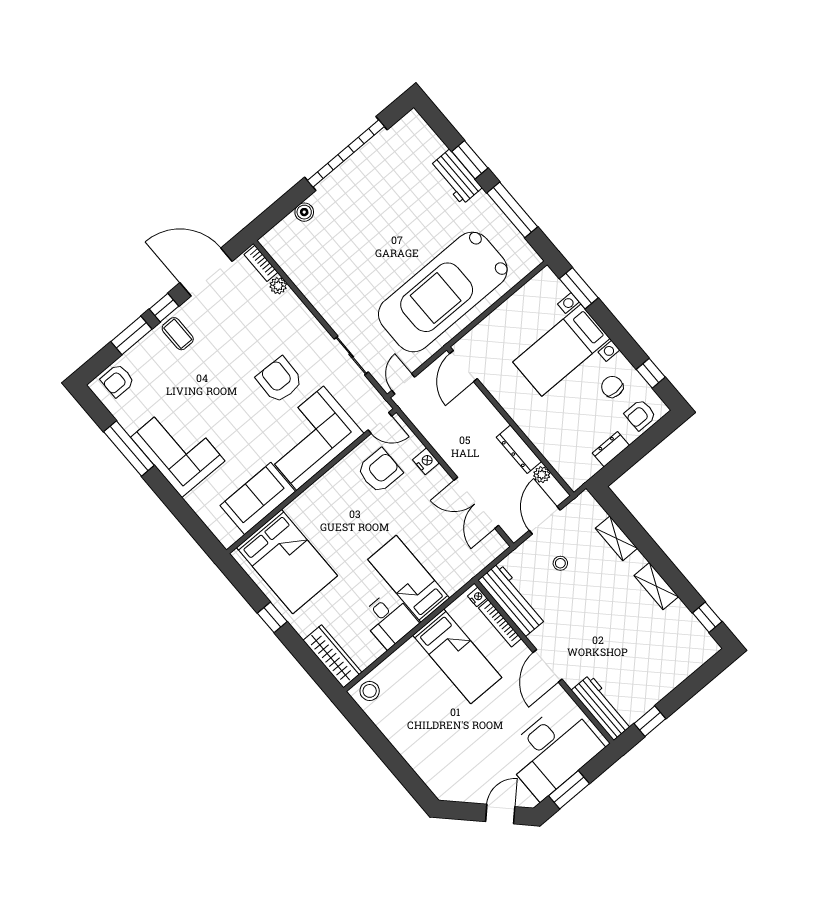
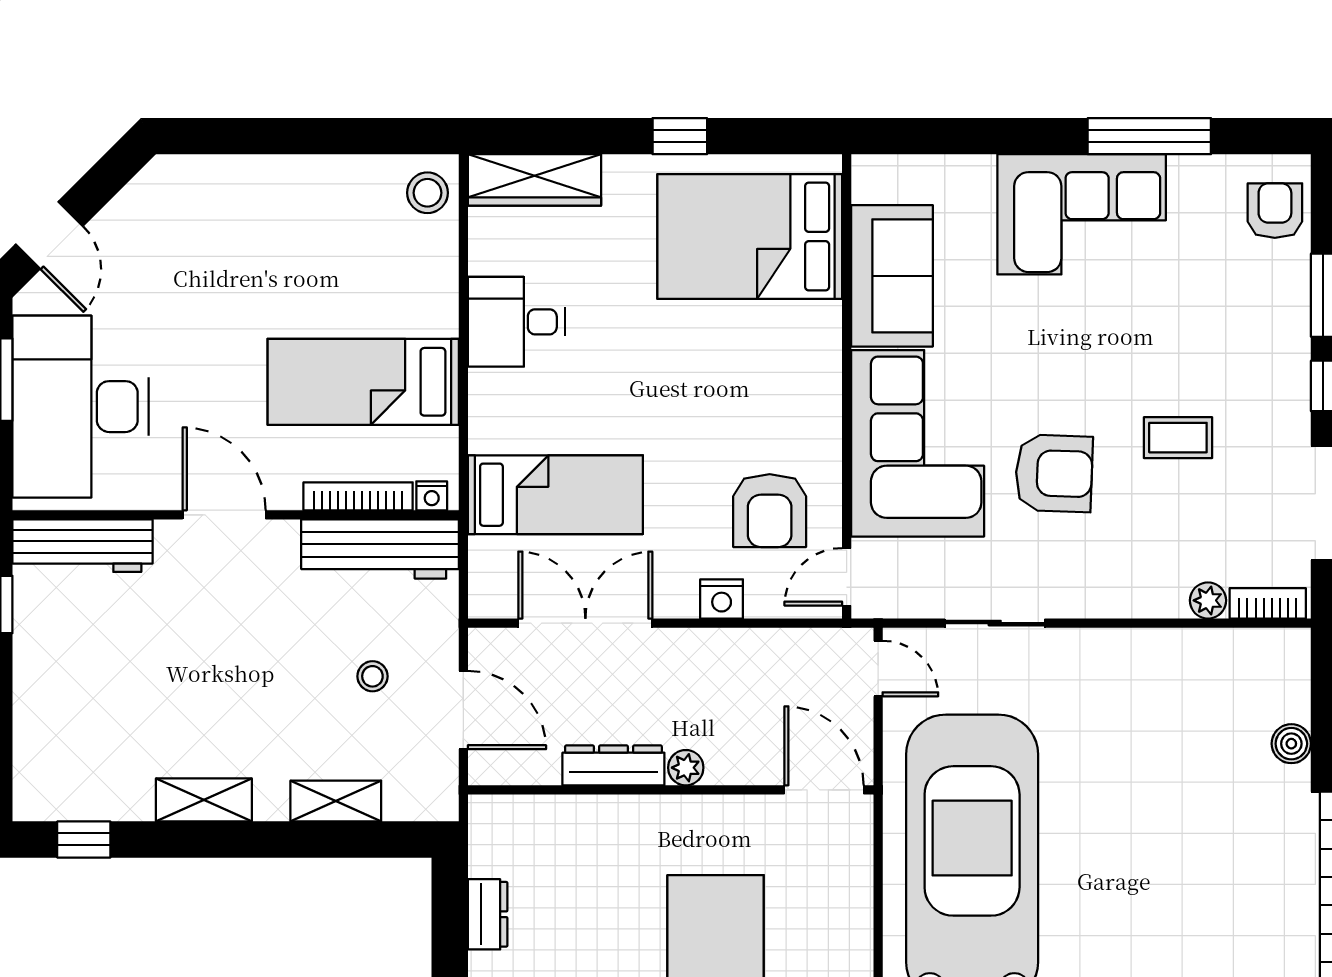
coffee table: (178, 334) -> (1178, 438), moved
plant: (542, 475) -> (686, 768), moved
bed: (409, 579) -> (555, 495), moved

